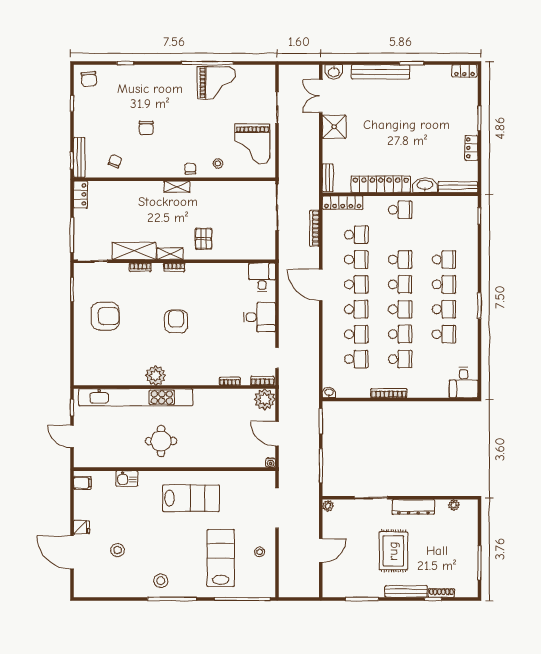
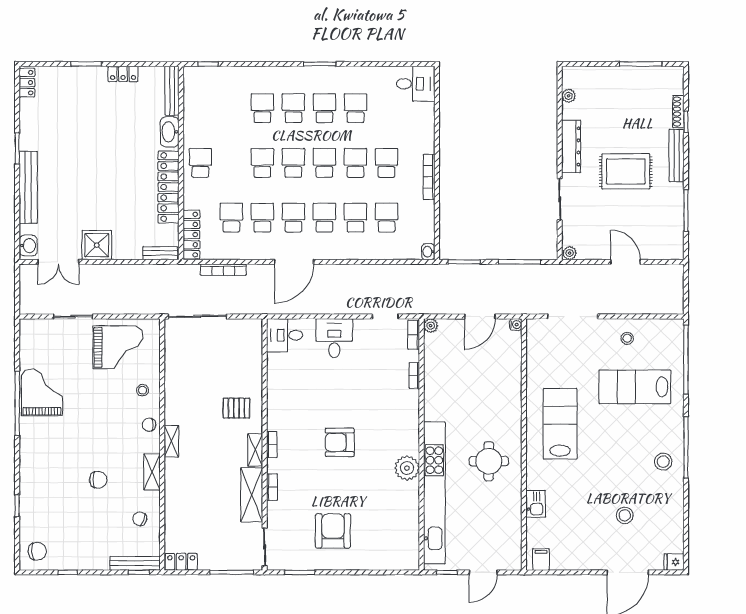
shelving: (152, 171) -> (152, 472), added
plant: (265, 399) -> (431, 326), width x0.53, depth x0.53
fridge: (82, 527) -> (674, 562), moved, turned -90

